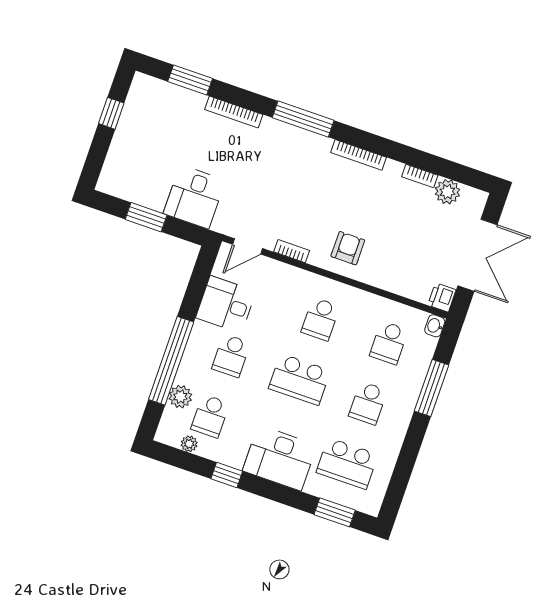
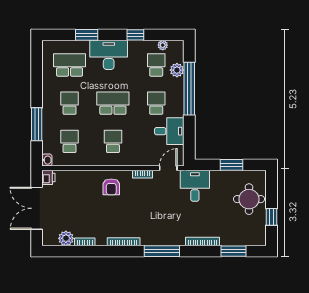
round table: (137, 154) -> (249, 199), added
desk: (194, 197) -> (195, 186), moved
window: (335, 512) -> (87, 35), moved

